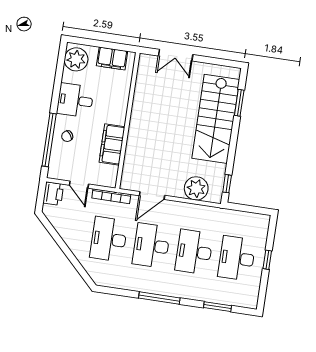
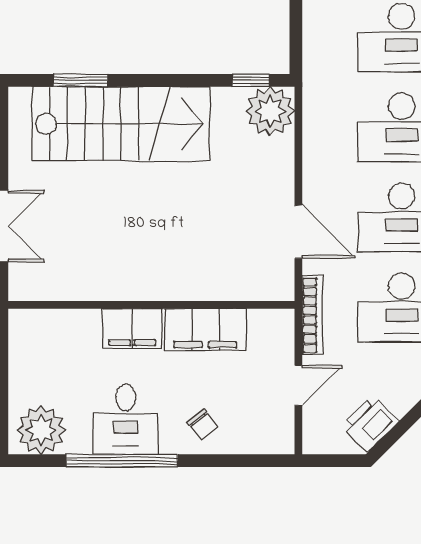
filing cabinet: (112, 58) -> (132, 329), moved, turned 90
window: (49, 140) -> (122, 461), moved
plant: (196, 188) -> (270, 111), moved
printer: (53, 194) -> (370, 424), moved, turned -45

